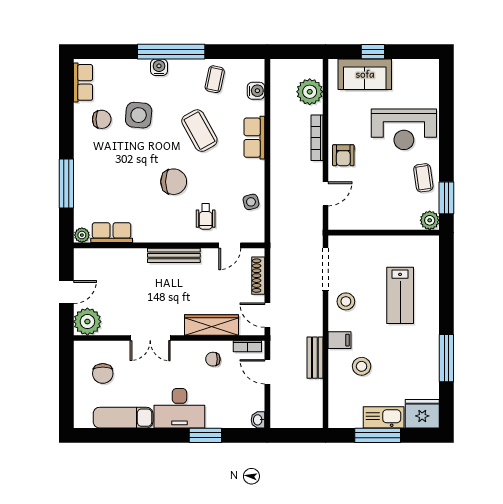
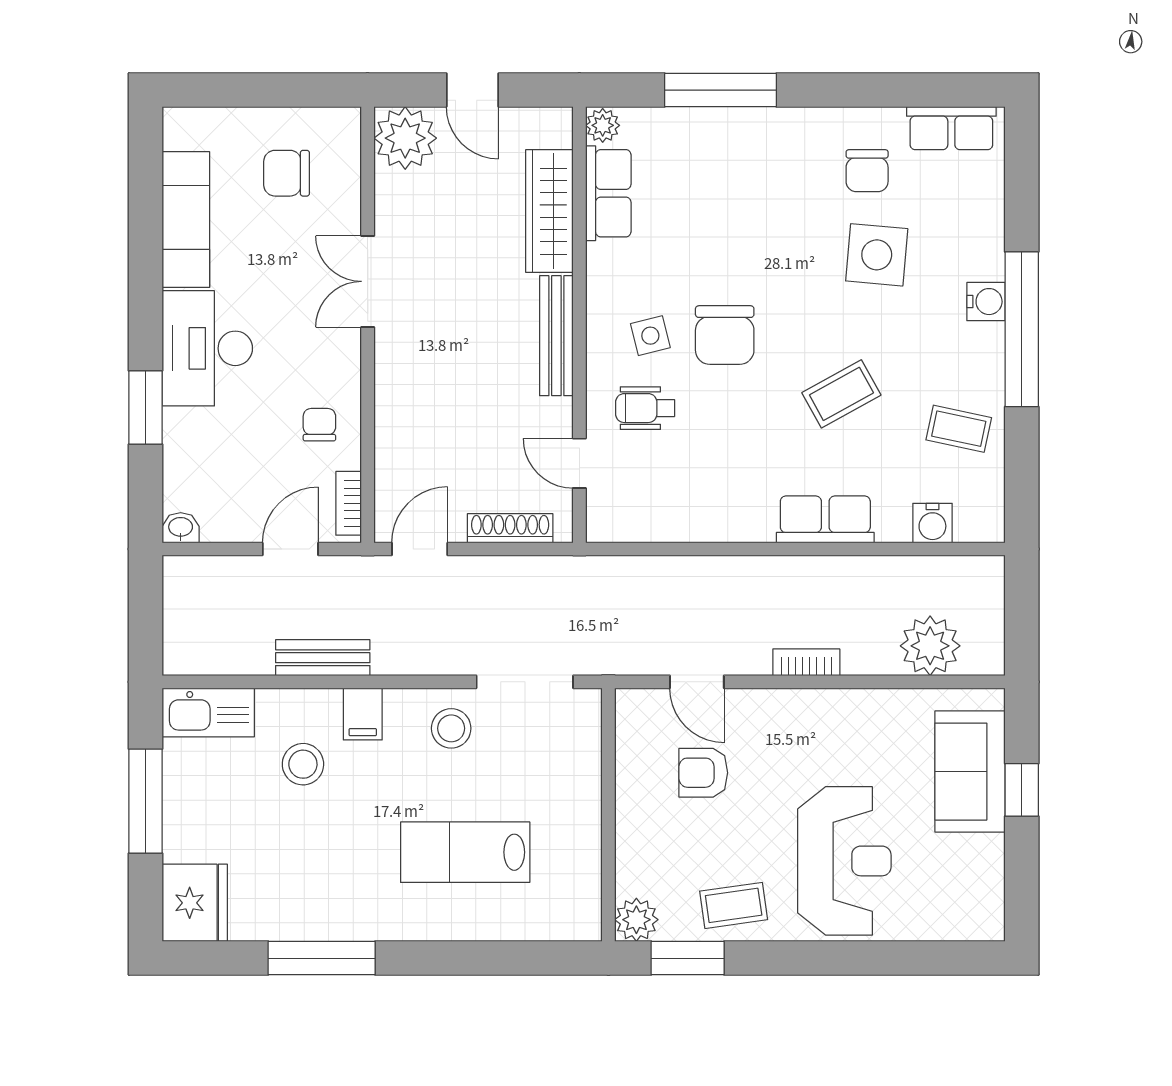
reception desk: (404, 129) -> (844, 861), turned 180
coffee table: (199, 131) -> (841, 394), width x0.73, depth x0.77
bookcase: (317, 138) -> (806, 662), width x0.64
armchair: (343, 155) -> (703, 773), moved
side table: (251, 202) -> (650, 336), moved
wardrobe: (212, 325) -> (549, 211), moved, turned 180
kitchen sink: (384, 417) -> (208, 713), moved, turned 90

